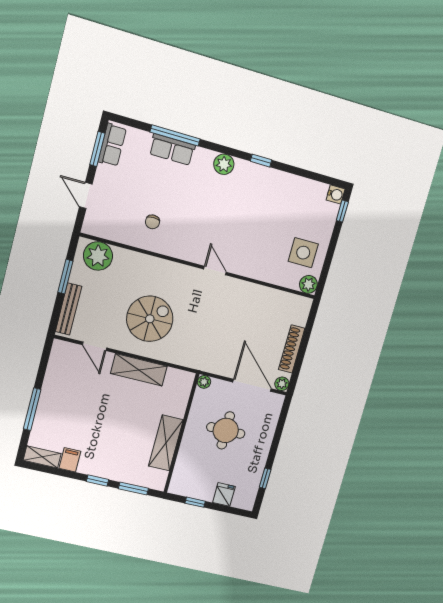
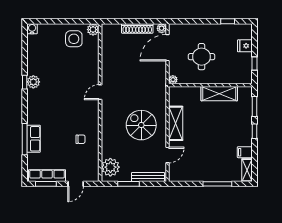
row of seats: (112, 145) -> (47, 176), width x1.48
plant: (224, 164) -> (33, 82), moved
window: (342, 211) -> (41, 21), removed

